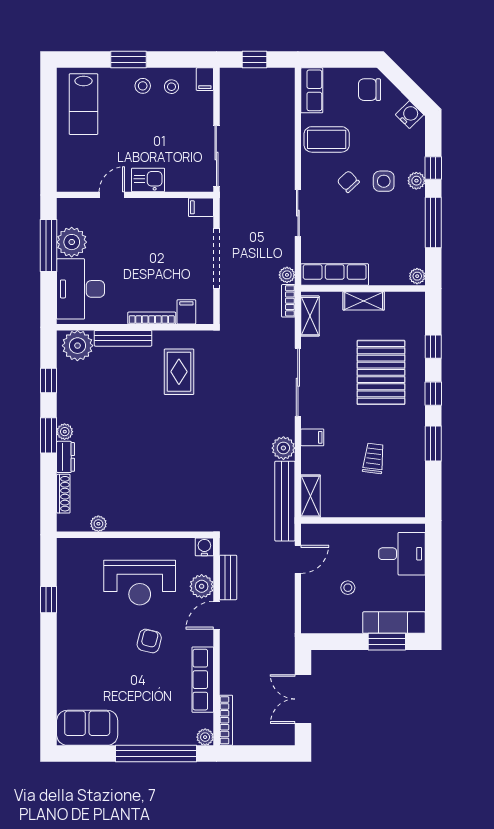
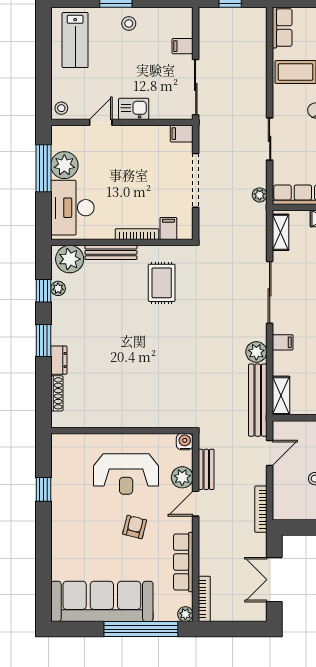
filing cabinet: (205, 79) -> (183, 46), moved, turned 90
stool: (171, 87) -> (61, 108), moved
bookcase: (288, 301) -> (261, 509), moved, width x1.56
plant: (65, 432) -> (58, 288), moved
plant: (98, 524) -> (89, 421), removed
sofa: (87, 728) -> (102, 601), width x1.85, depth x1.27

